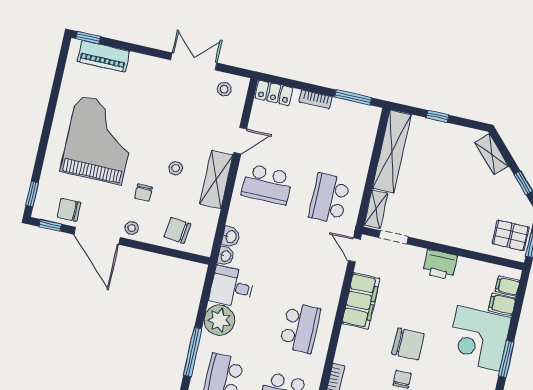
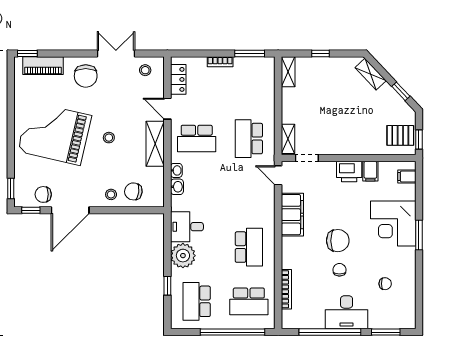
locker: (274, 93) -> (178, 79), moved, turned -90
grand piano: (99, 140) -> (55, 133), turned -77
door: (240, 141) -> (167, 109), swing flipped
shelving: (392, 151) -> (288, 72), width x0.45, depth x0.75
stool: (176, 168) -> (109, 138), moved
chair: (143, 193) -> (86, 76), moved, width x1.87, depth x1.87
stool: (132, 228) -> (111, 194), moved
door: (97, 236) -> (70, 210), hinge flipped
washbasin: (226, 256) -> (176, 170), moved
filing cabinet: (502, 304) -> (370, 171), moved, turned -90
window: (193, 352) -> (167, 286), width x0.46

